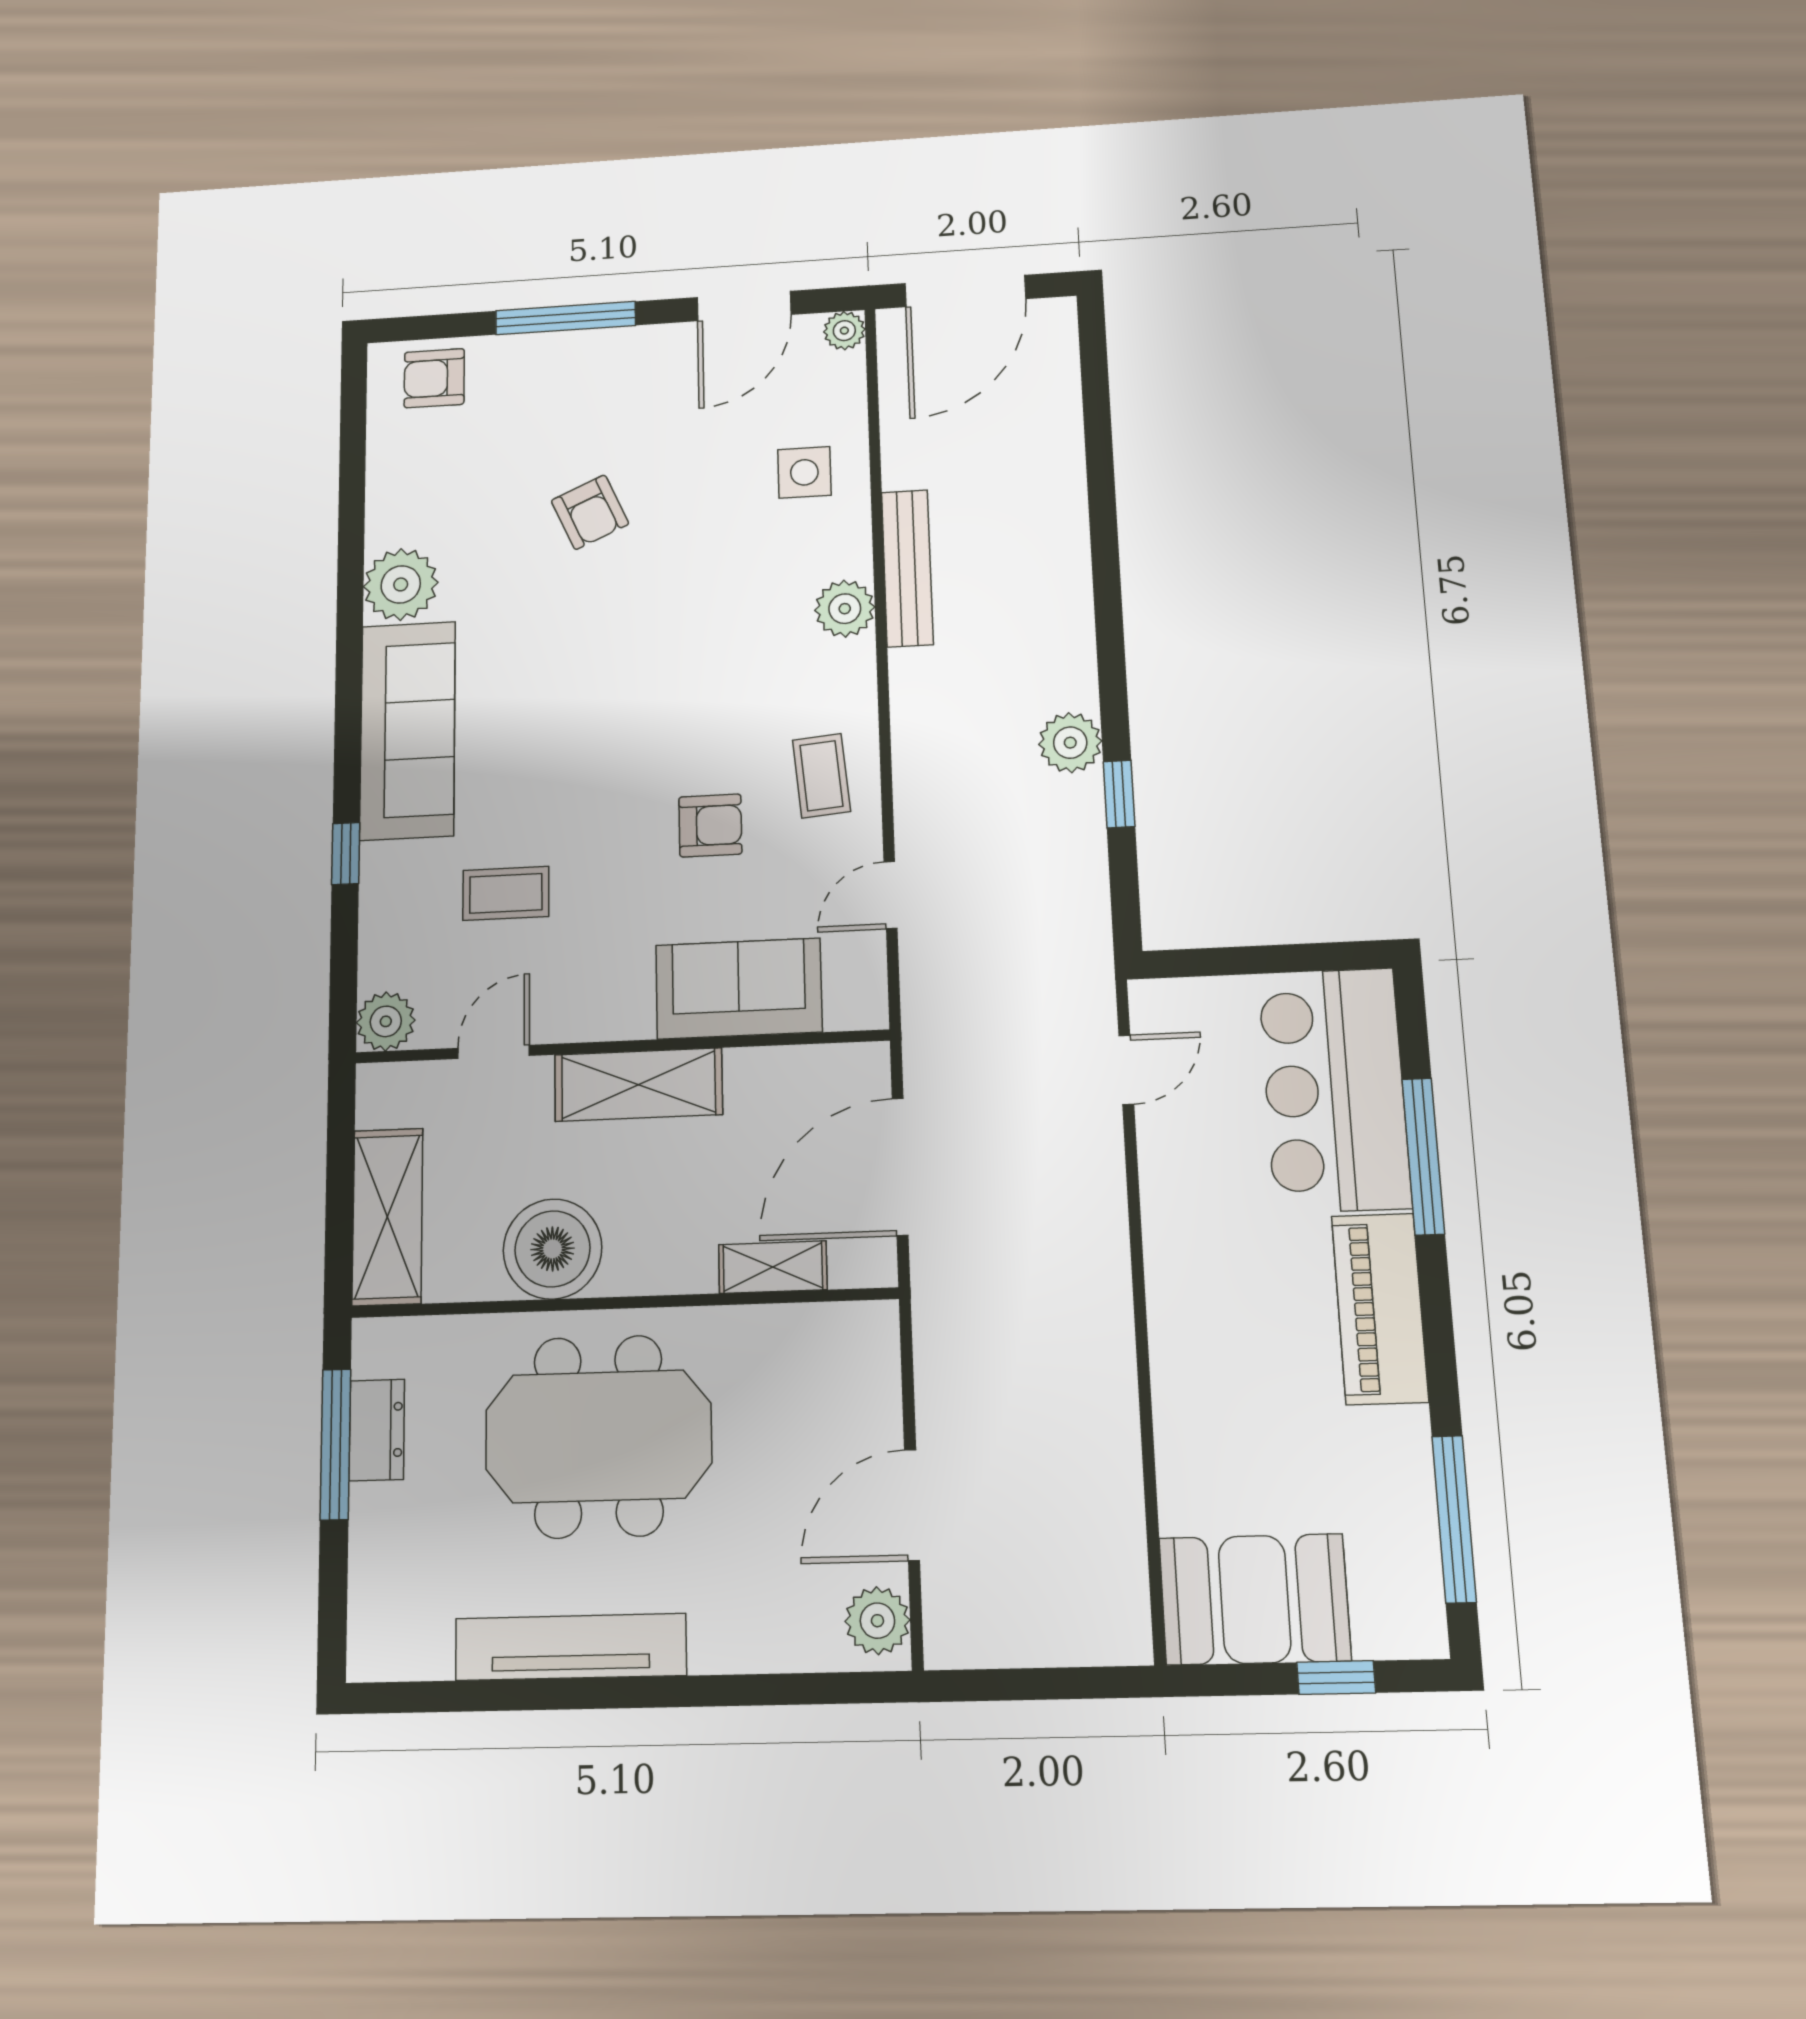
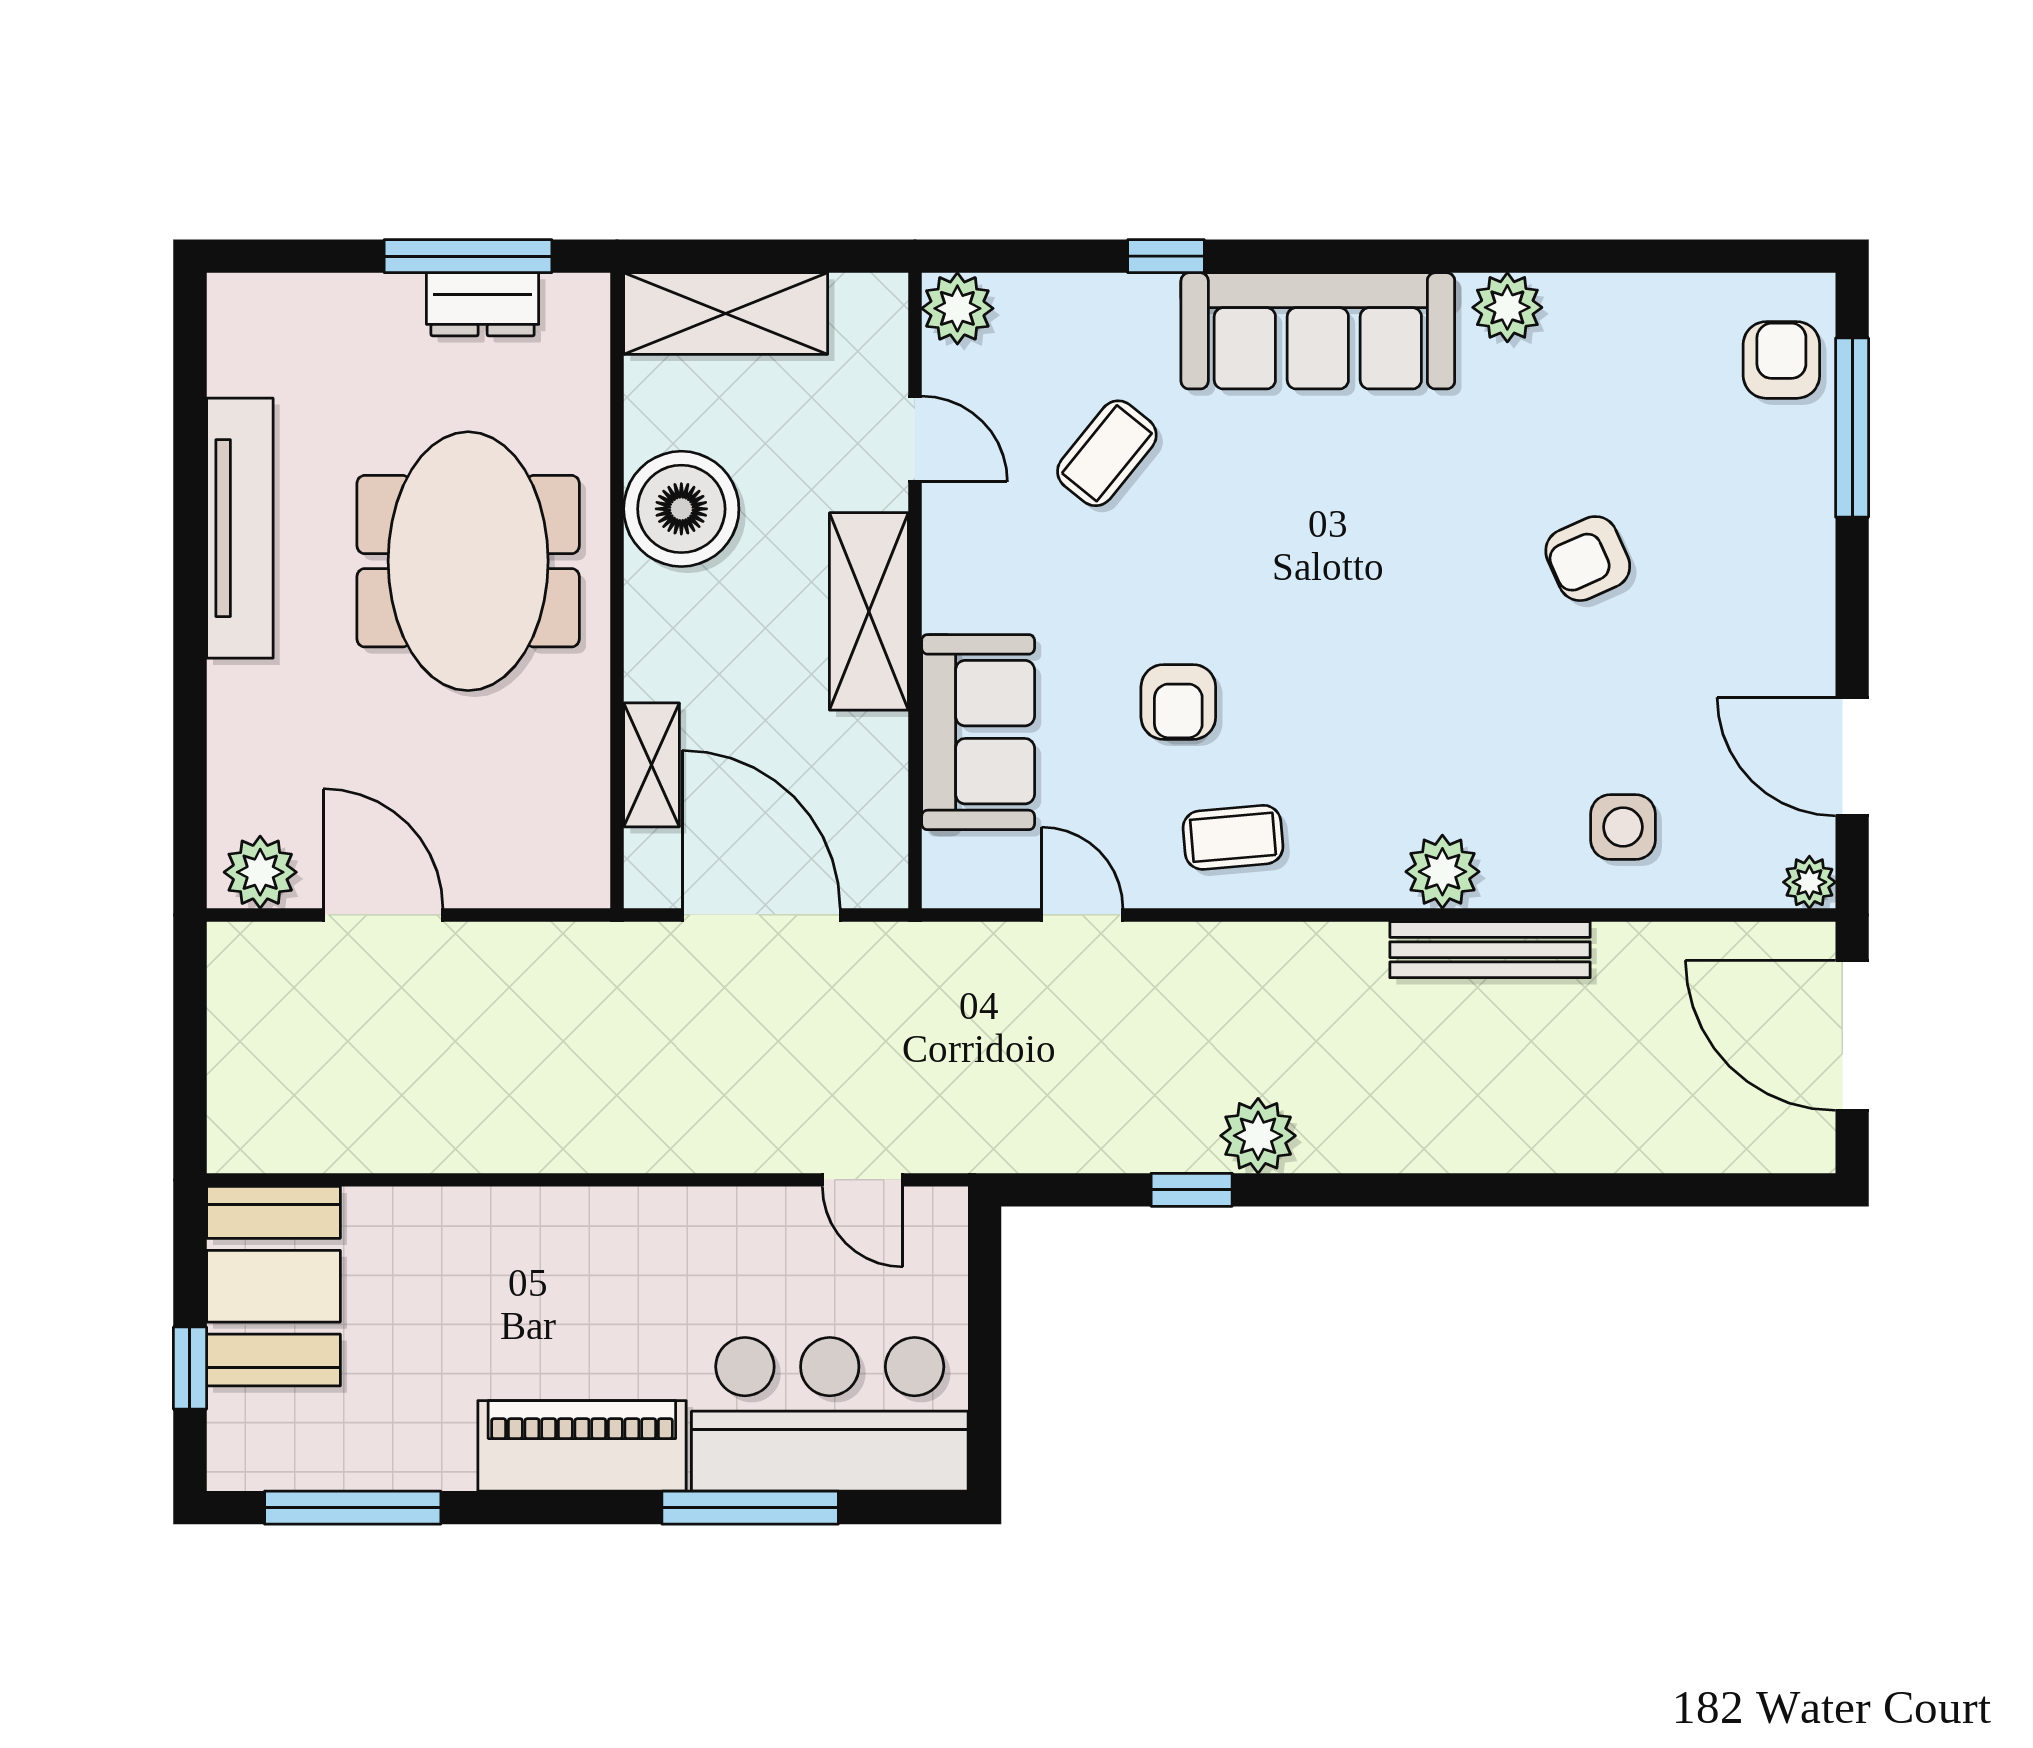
window: (565, 318) -> (1852, 428), moved
plant: (401, 584) -> (1507, 307), width x0.73, depth x0.73
coffee table: (506, 893) -> (1107, 453), turned 39

